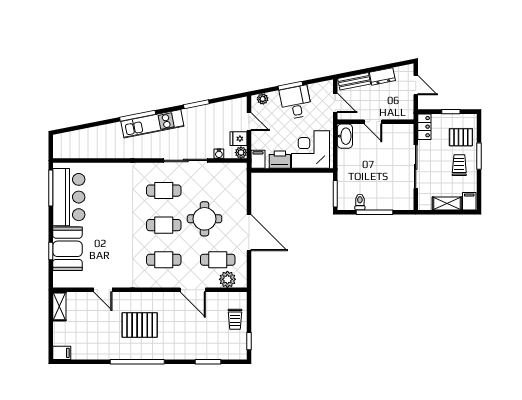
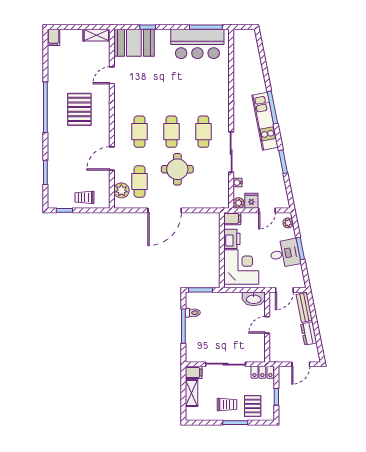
filing cabinet: (469, 201) -> (194, 372), moved
booth: (67, 249) -> (134, 43), moved

